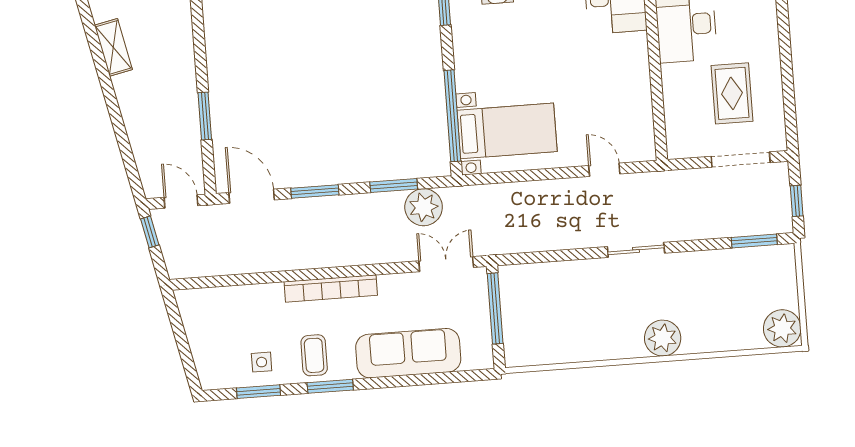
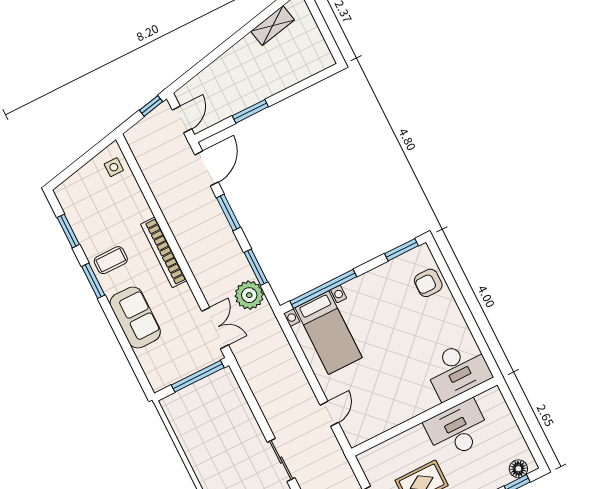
sofa: (408, 353) -> (135, 318), width x0.73
side table: (262, 362) -> (114, 167), moved

